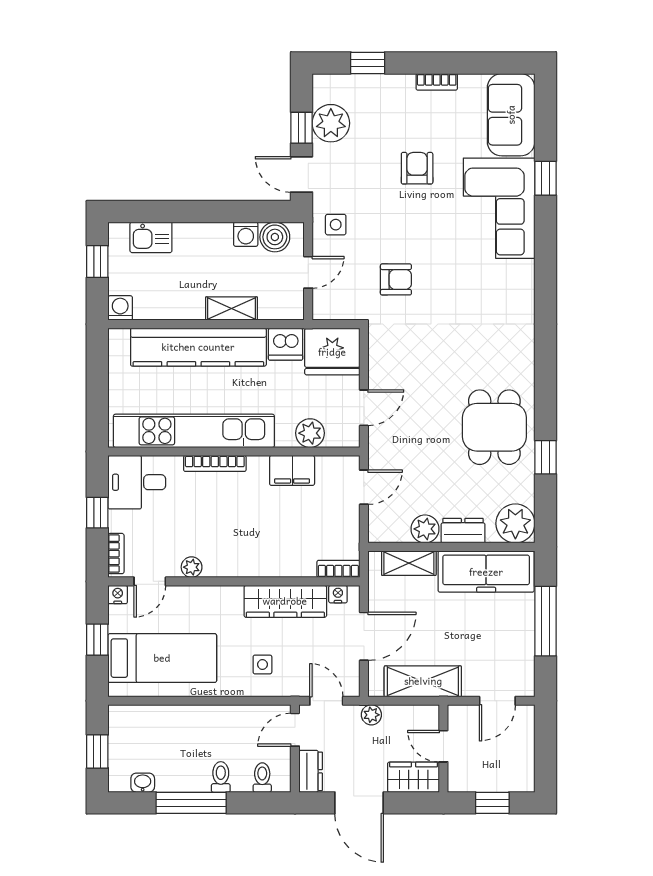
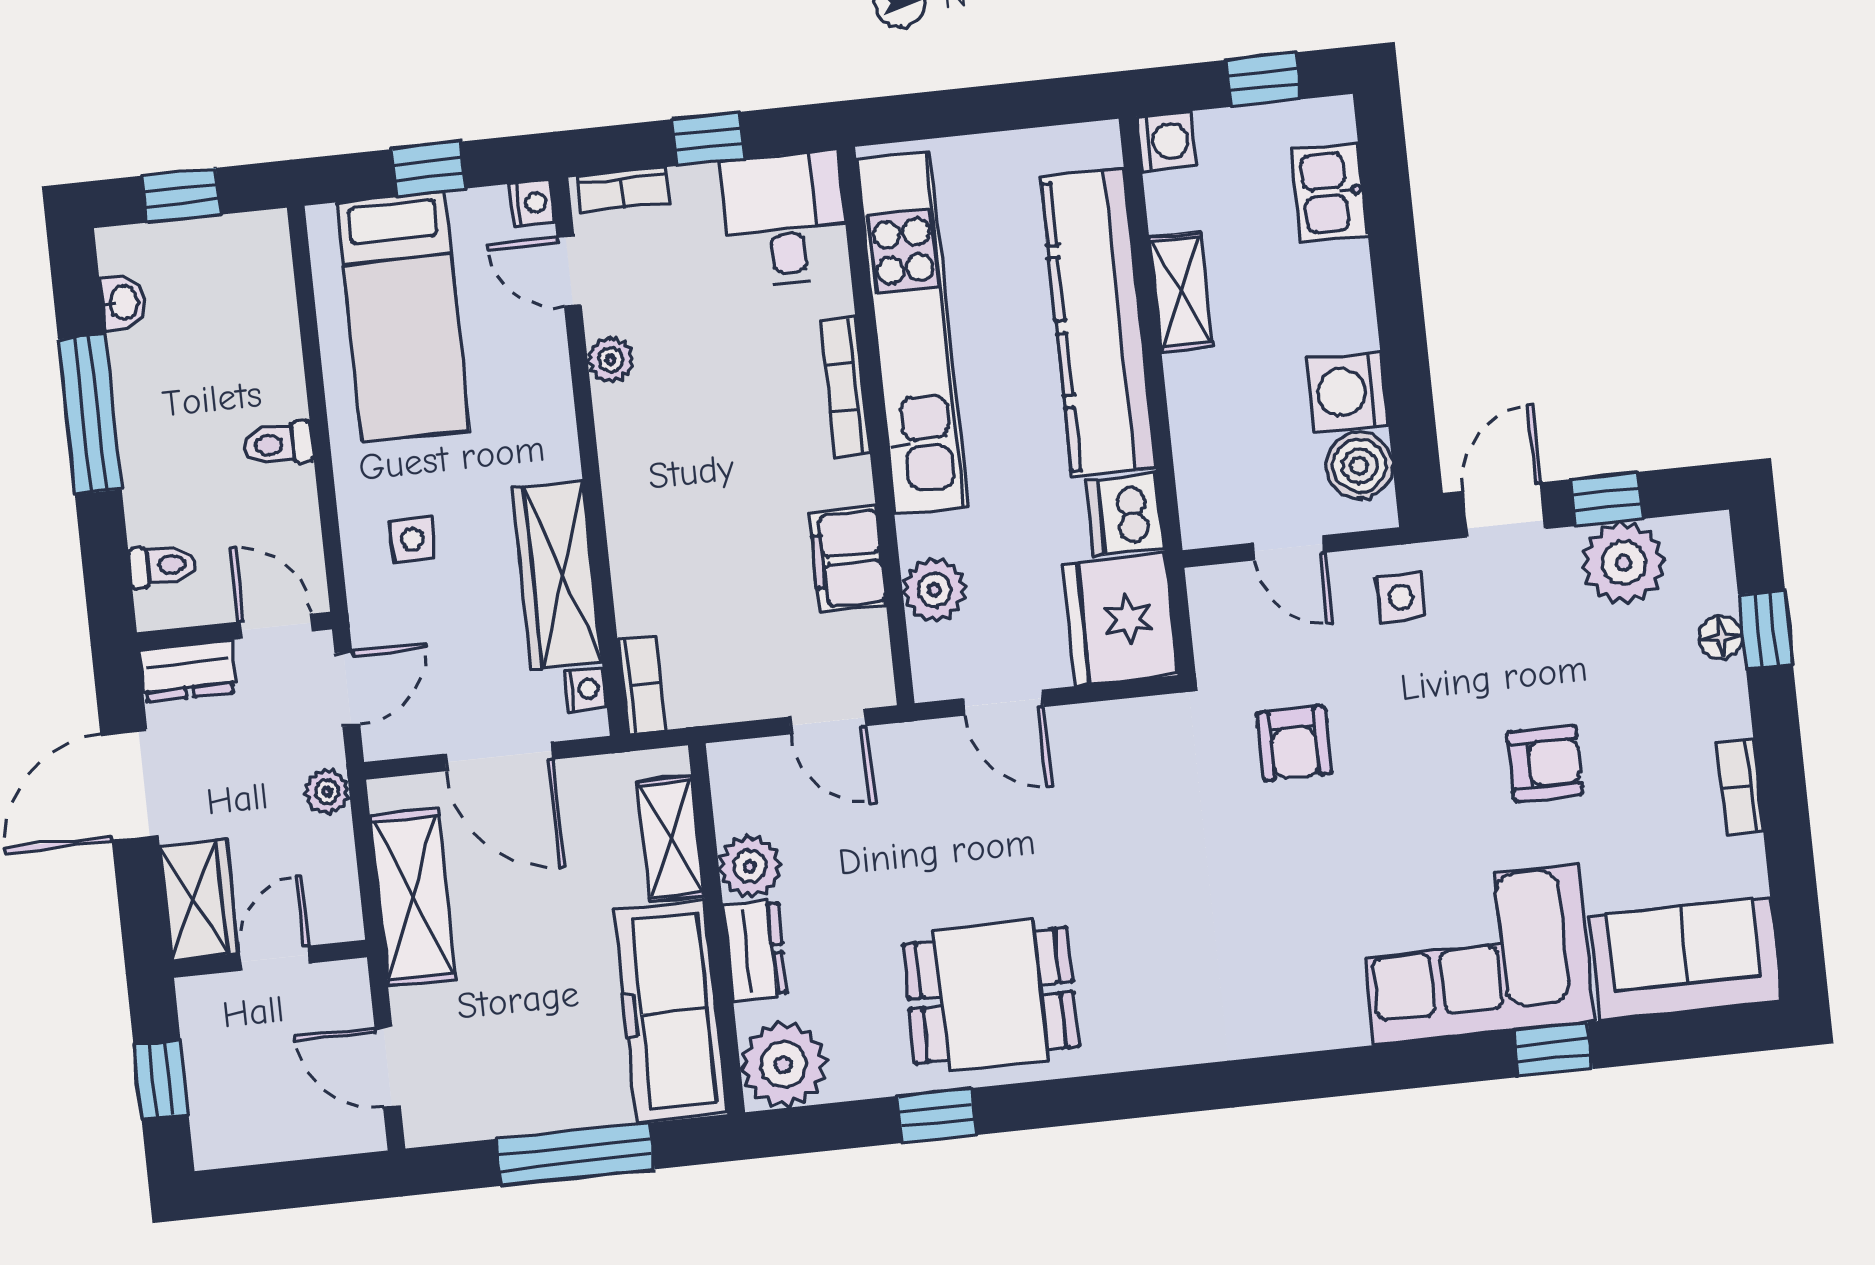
floor lamp: (369, 83) -> (1721, 637), added
washing machine: (246, 234) -> (1347, 392), width x1.38, depth x1.38
shelving: (232, 309) -> (1181, 292), moved
toilet: (221, 777) -> (278, 444), moved, turned 180

